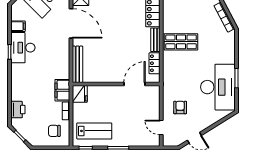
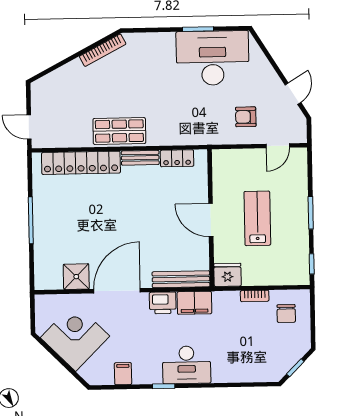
shop shelf: (181, 42) -> (119, 131), moved, turned 90
desk: (23, 48) -> (187, 365), moved
door: (135, 84) -> (211, 220), moved
filing cabinet: (62, 90) -> (194, 303), moved
printer: (18, 110) -> (163, 303), moved, turned 180
lab bench: (94, 131) -> (257, 218), moved

